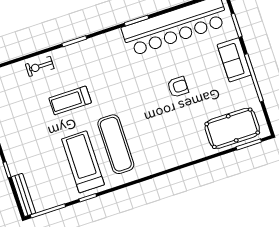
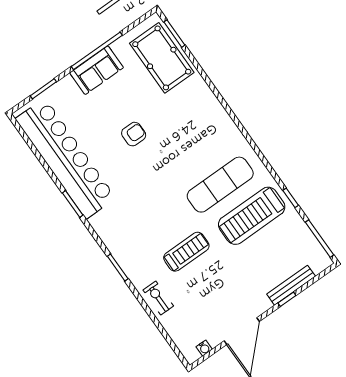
sofa: (234, 60) -> (97, 70), moved
exercise bike: (40, 66) -> (158, 298), turned 180
armchair: (178, 87) -> (134, 134), turned 90
treadmill: (70, 100) -> (186, 252), turned -90
bench: (23, 195) -> (291, 285), moved

